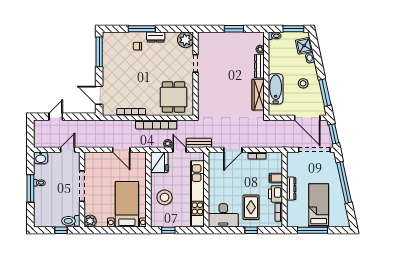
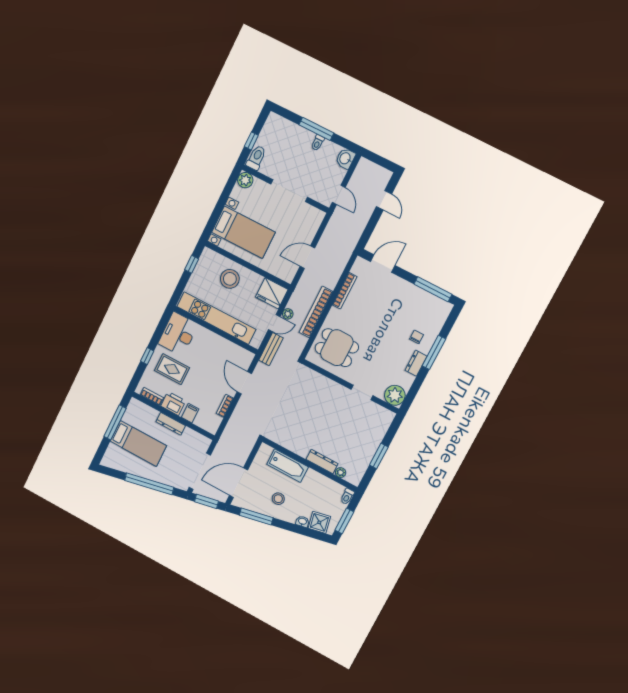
wardrobe: (258, 95) -> (291, 443), removed

